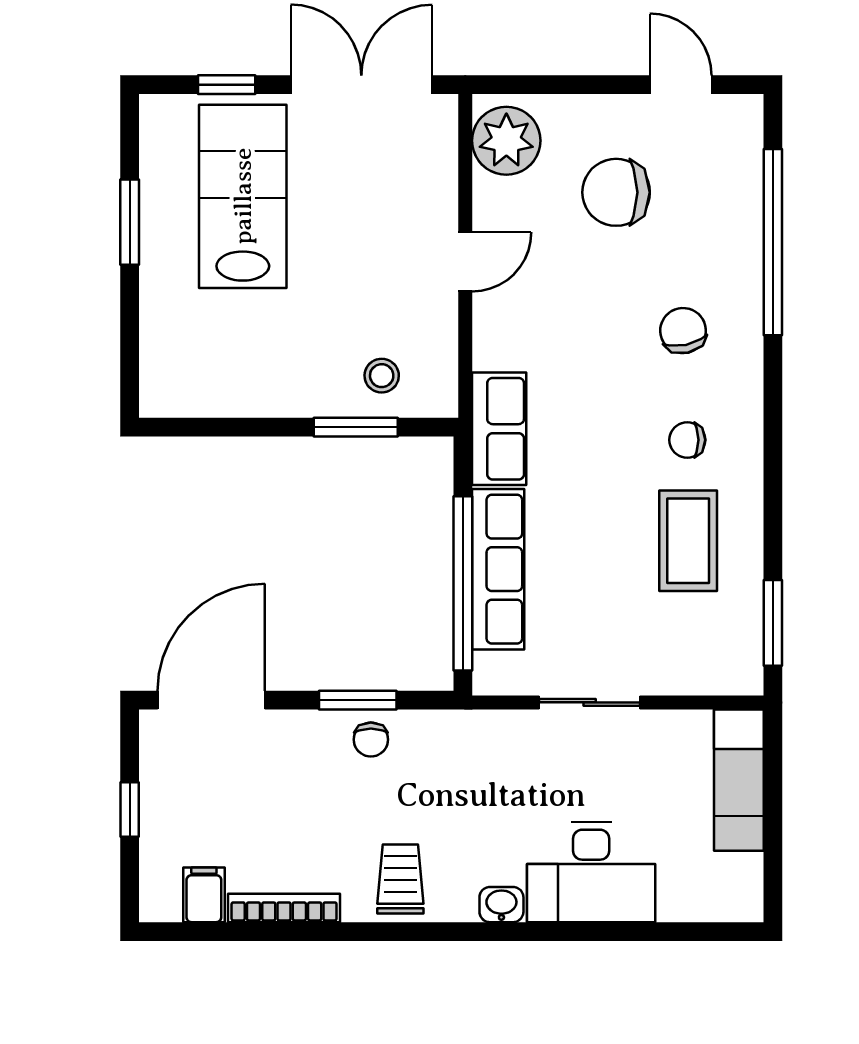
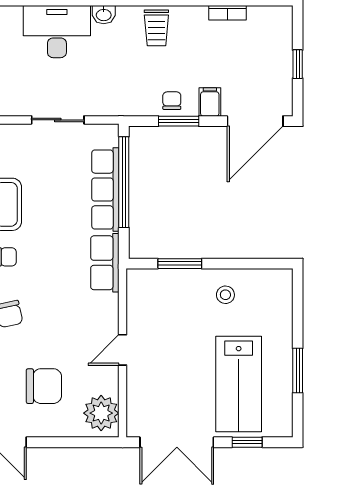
stool: (382, 376) -> (225, 295), moved
filing cabinet: (204, 895) -> (210, 102), moved, turned 180
bookcase: (284, 908) -> (228, 13), width x0.64

